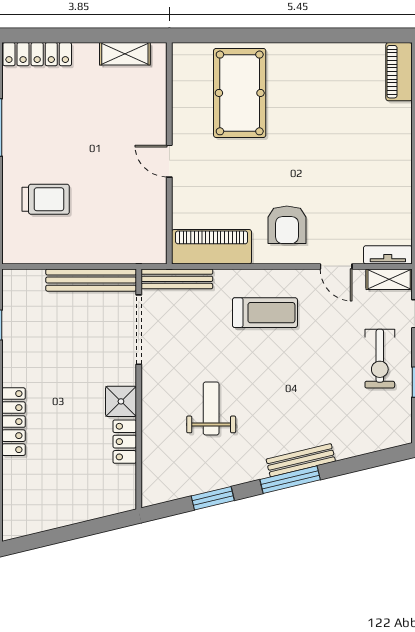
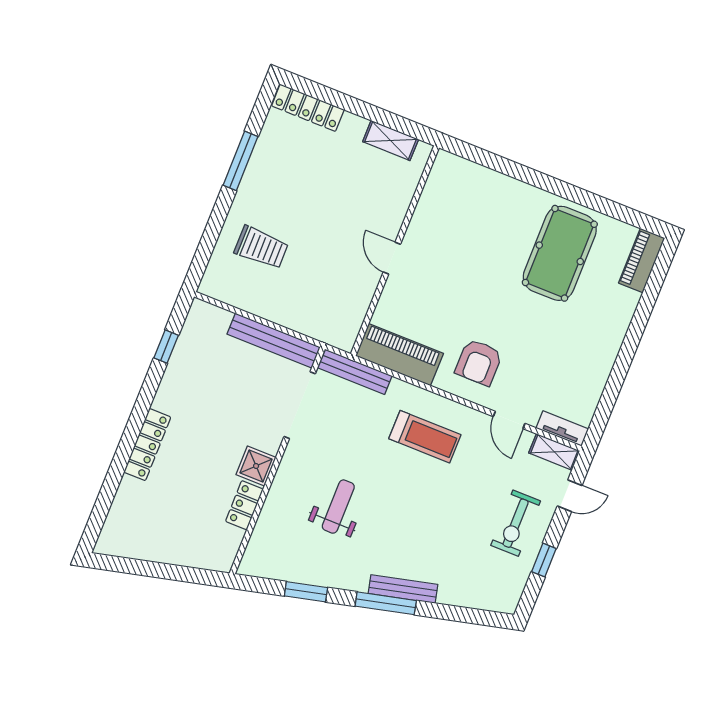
pool table: (240, 93) -> (560, 253), moved

